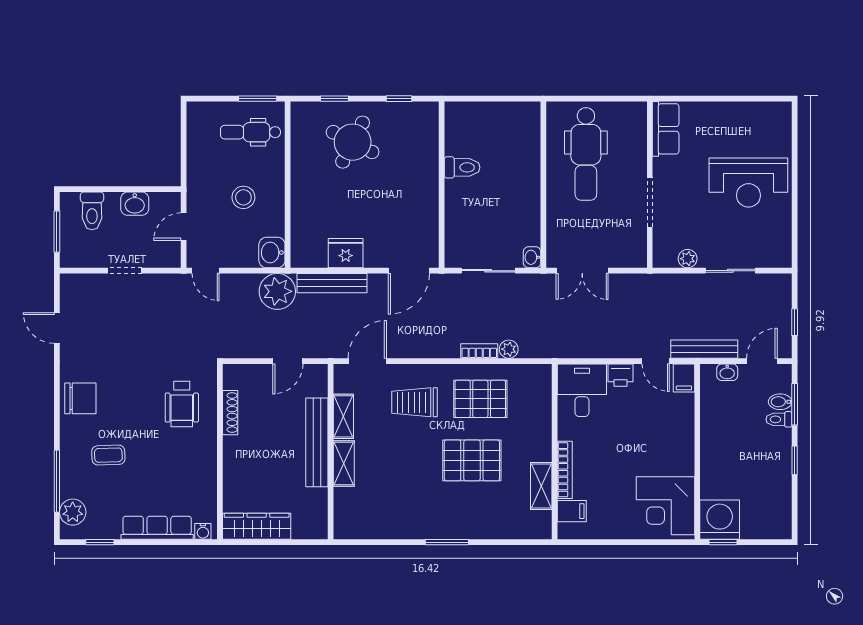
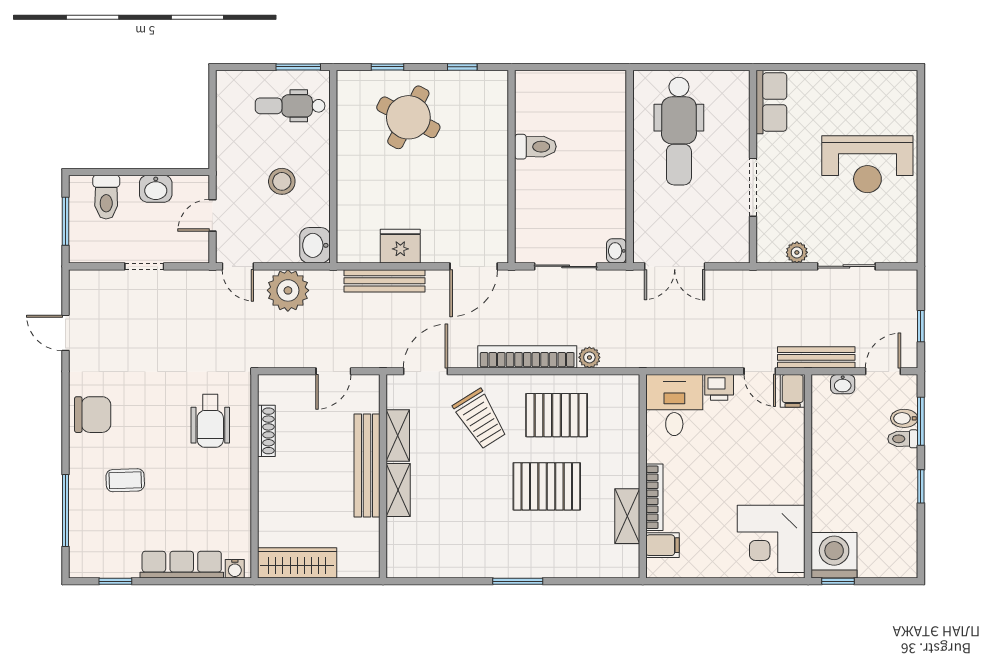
plant: (277, 291) -> (288, 290), moved
bookcase: (479, 351) -> (527, 357), width x2.31, depth x1.31
trolley: (414, 402) -> (480, 419), turned -122
plant: (73, 512) -> (84, 546), removed

